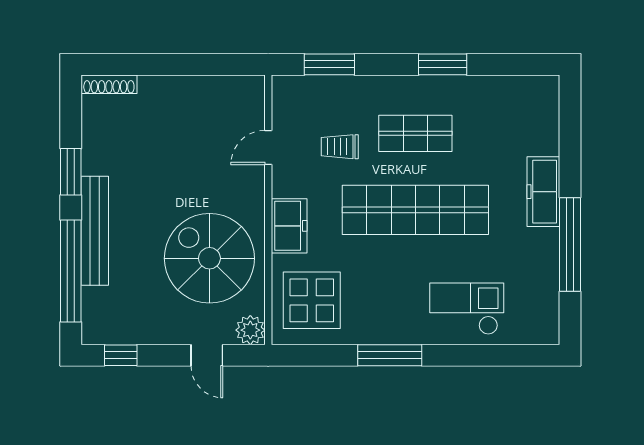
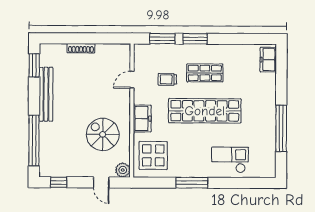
window: (443, 64) -> (195, 39), moved
shoe rack: (109, 84) -> (81, 48), moved
window: (71, 172) -> (34, 65), moved
freezer: (543, 192) -> (268, 60), moved, width x0.71
bench: (95, 231) -> (46, 94), moved
spiral stairs: (209, 258) -> (103, 134), width x0.73, depth x0.73

